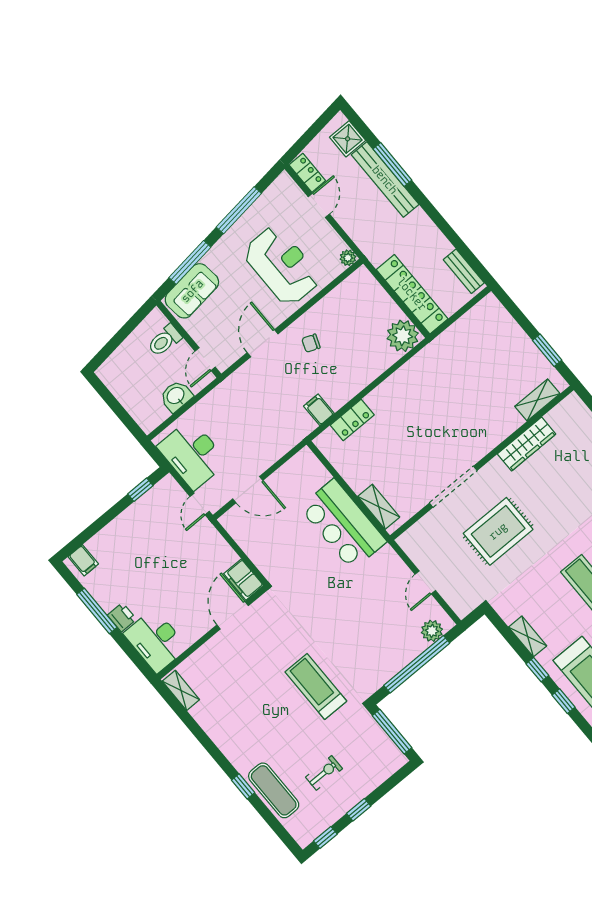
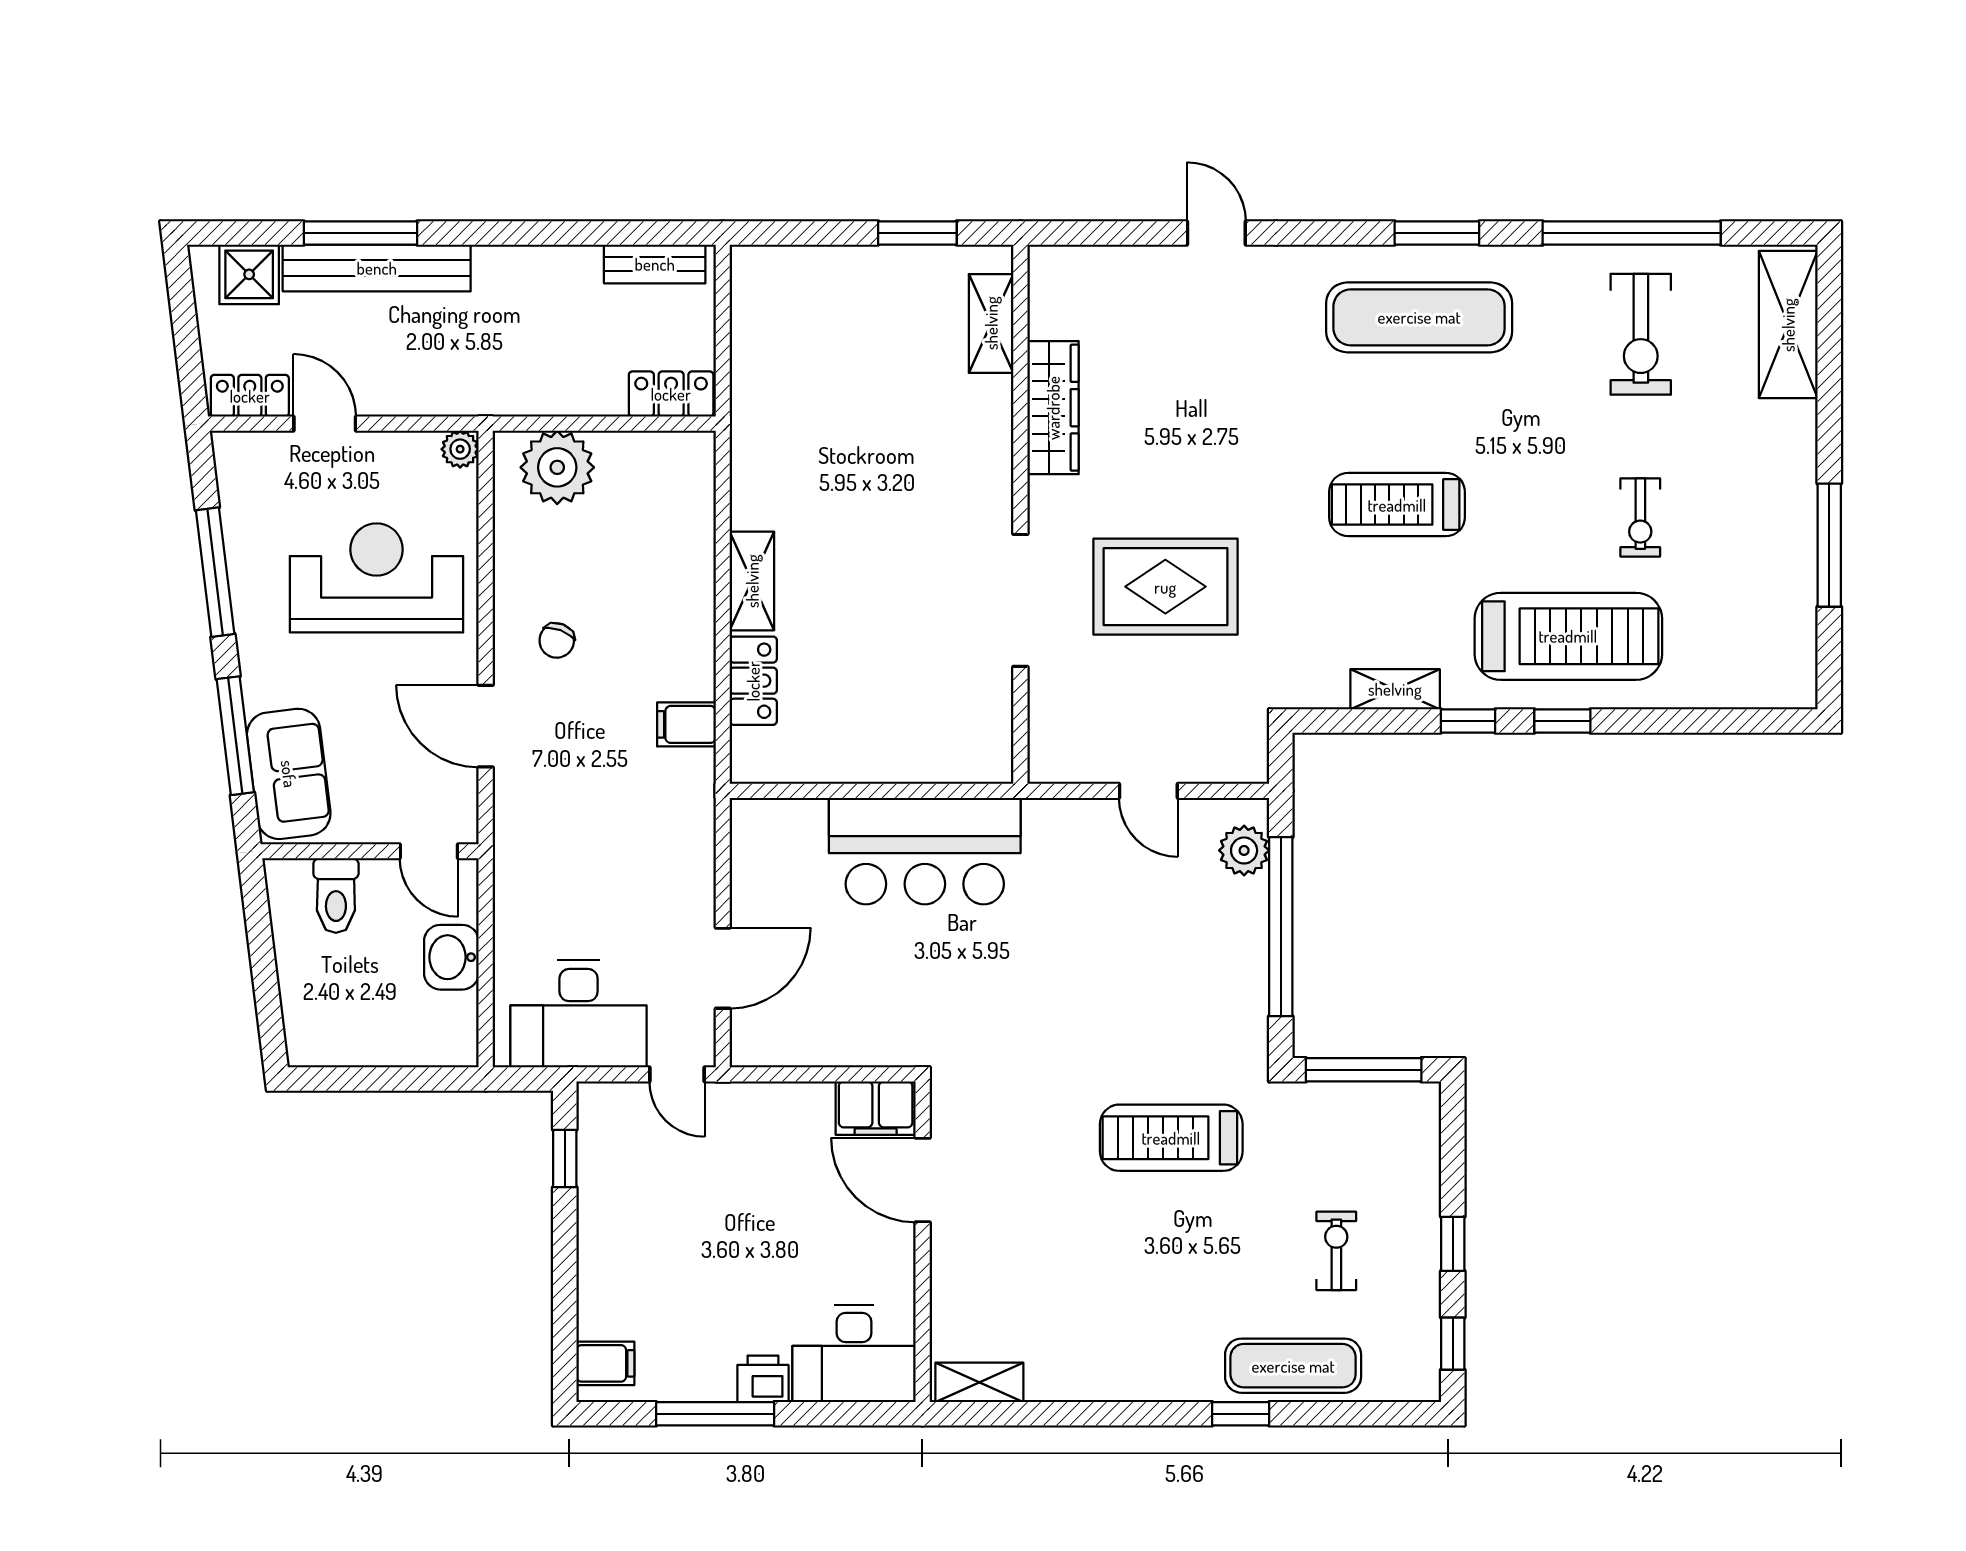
locker: (412, 294) -> (671, 394), width x0.46, depth x0.83
plant: (403, 336) -> (557, 467), moved
shelving: (379, 507) -> (752, 581), moved, turned 90
rug: (498, 531) -> (1165, 587), turned 90

